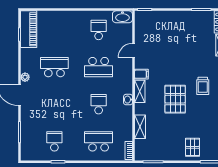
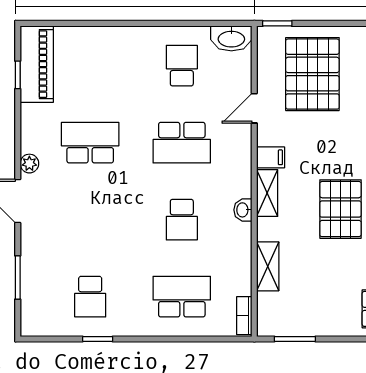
pallet: (162, 34) -> (312, 74), added
school desk: (99, 104) -> (182, 220), turned 180
school desk: (54, 141) -> (90, 297), turned 180

